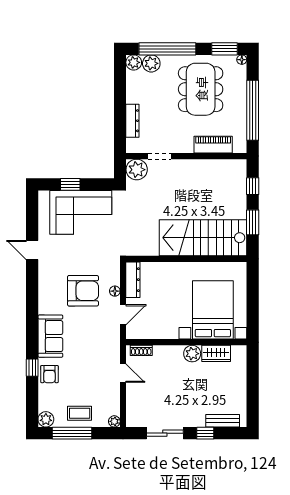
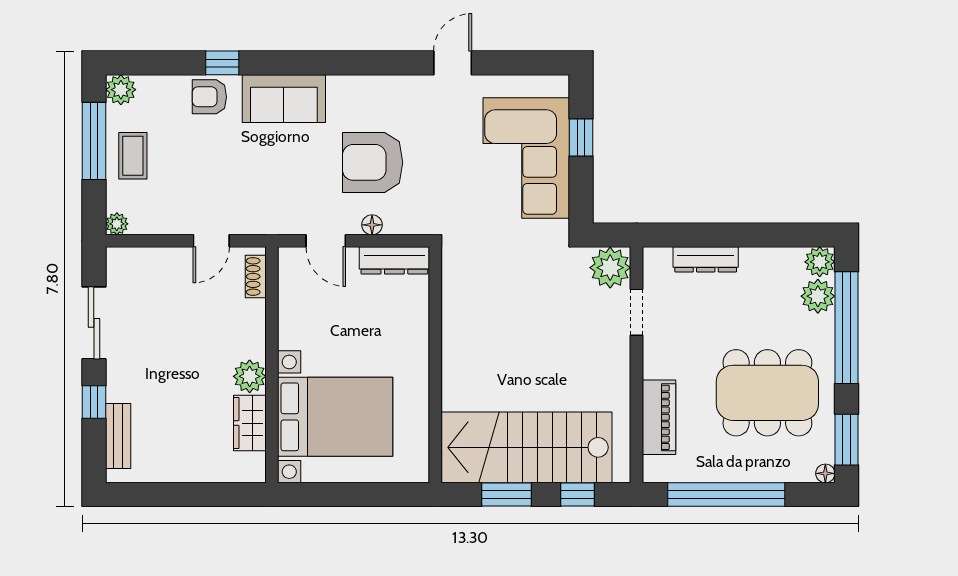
stairs: (203, 238) -> (526, 447), moved, turned -90
armchair: (83, 291) -> (373, 162), turned 90

